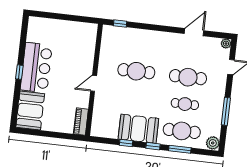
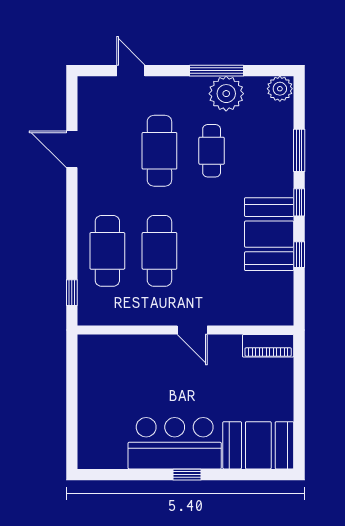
plant: (226, 44) -> (226, 94), moved, width x1.87, depth x1.87
cafe table: (182, 131) -> (107, 251), moved

